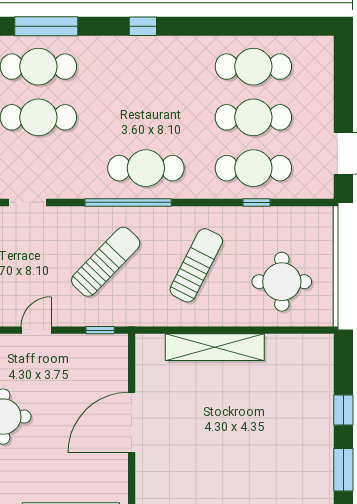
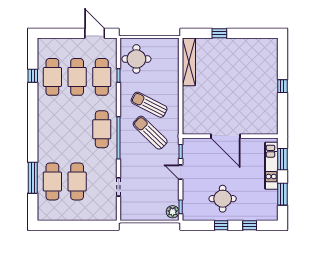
window: (143, 26) -> (33, 76), moved
sun lounger: (106, 262) -> (150, 133), moved
round table: (282, 282) -> (136, 59), moved
door: (36, 330) -> (181, 172), moved
shelving: (215, 347) -> (189, 62), moved
window: (343, 470) -> (249, 33), removed

